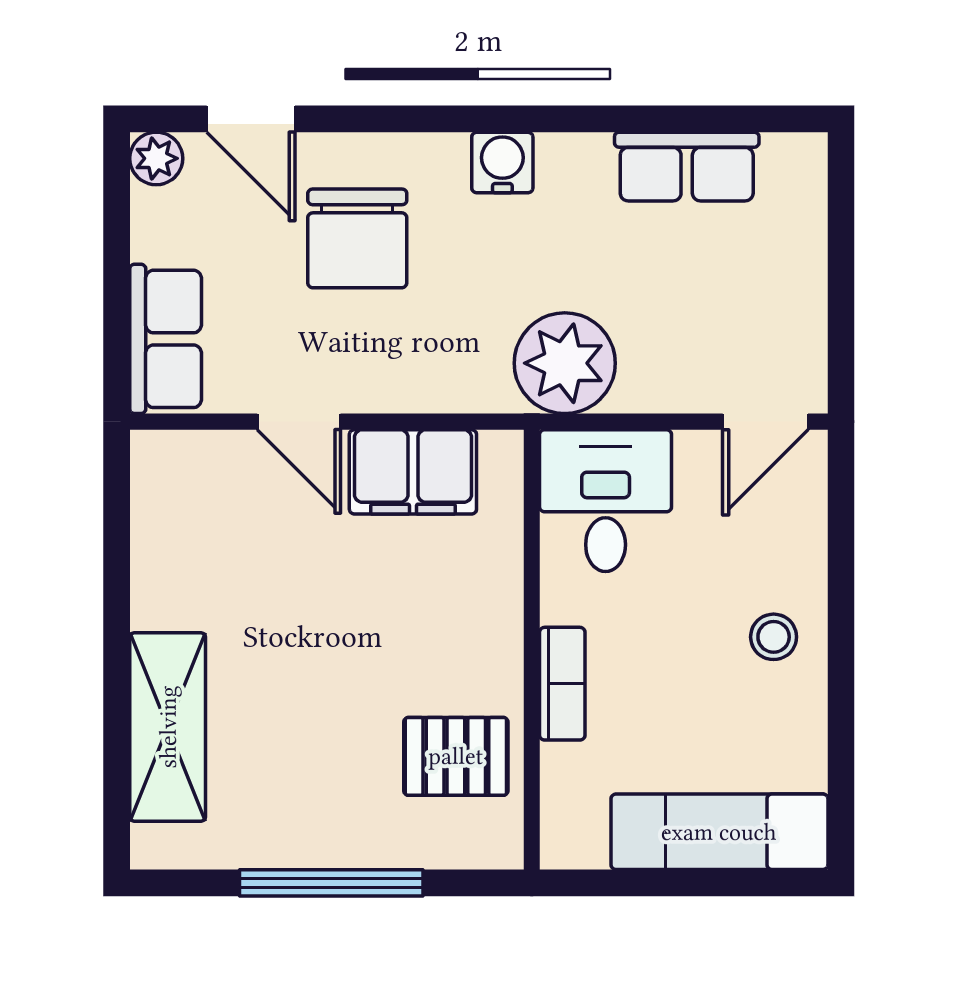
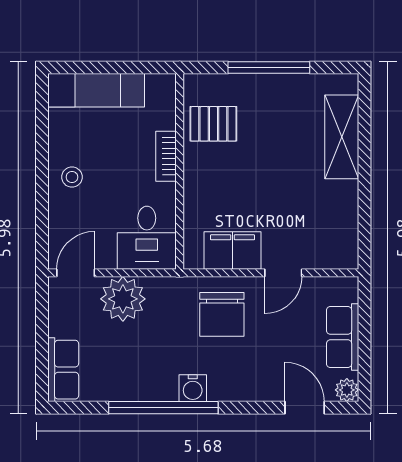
window: (568, 119) -> (163, 408), added
row of seats: (687, 167) -> (63, 370), moved, turned 90
chair: (357, 238) -> (222, 314), moved, turned 180
row of seats: (166, 339) -> (343, 337), moved
plant: (565, 363) -> (123, 299), moved
door: (299, 422) -> (283, 273), swing flipped

